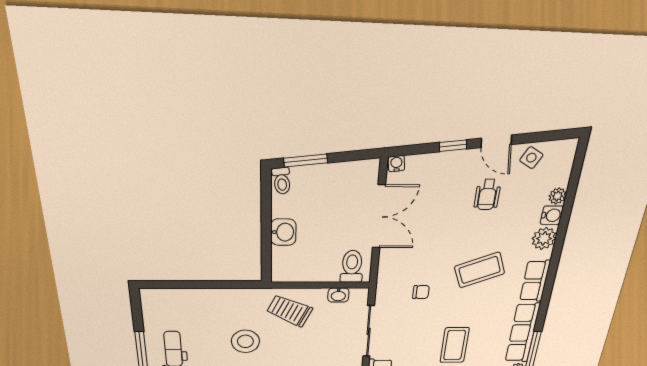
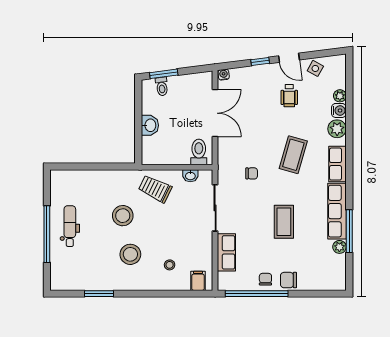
toilet: (282, 181) -> (162, 86), moved
coffee table: (480, 270) -> (293, 155), turned -53

